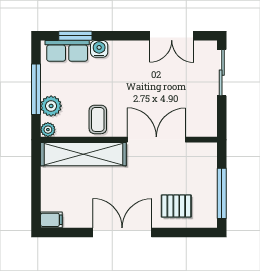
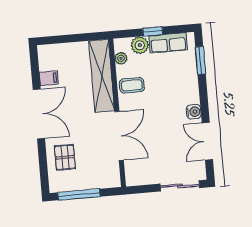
water cooler: (99, 49) -> (194, 112), moved
row of seats: (67, 51) -> (168, 43), moved, turned -90
window: (36, 89) -> (153, 31), width x0.46
plant: (48, 130) -> (121, 58), moved
filing cabinet: (51, 220) -> (49, 78), moved, turned -90

